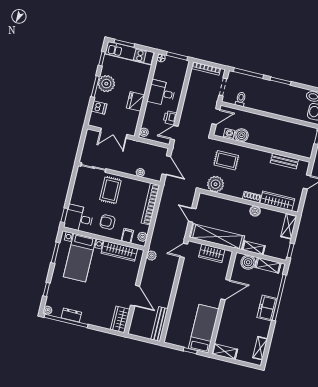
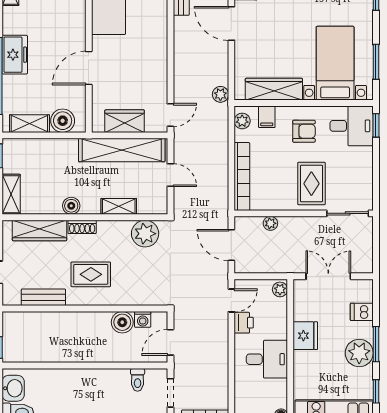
rug: (226, 160) -> (91, 274), moved
shelving: (254, 248) -> (119, 206), moved

